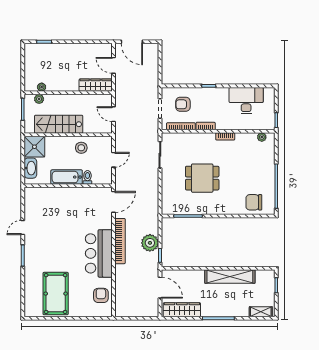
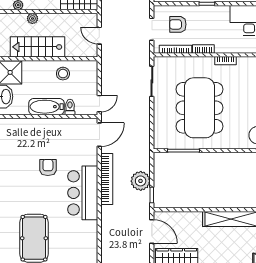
plant: (39, 99) -> (32, 18), moved
door: (113, 160) -> (99, 104), moved
dining table: (202, 178) -> (199, 108), width x1.88, depth x1.24
armchair: (101, 295) -> (48, 167), moved

